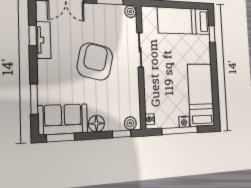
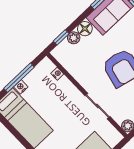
nightstand: (150, 119) -> (57, 74), moved
plant: (130, 123) -> (74, 38), moved

